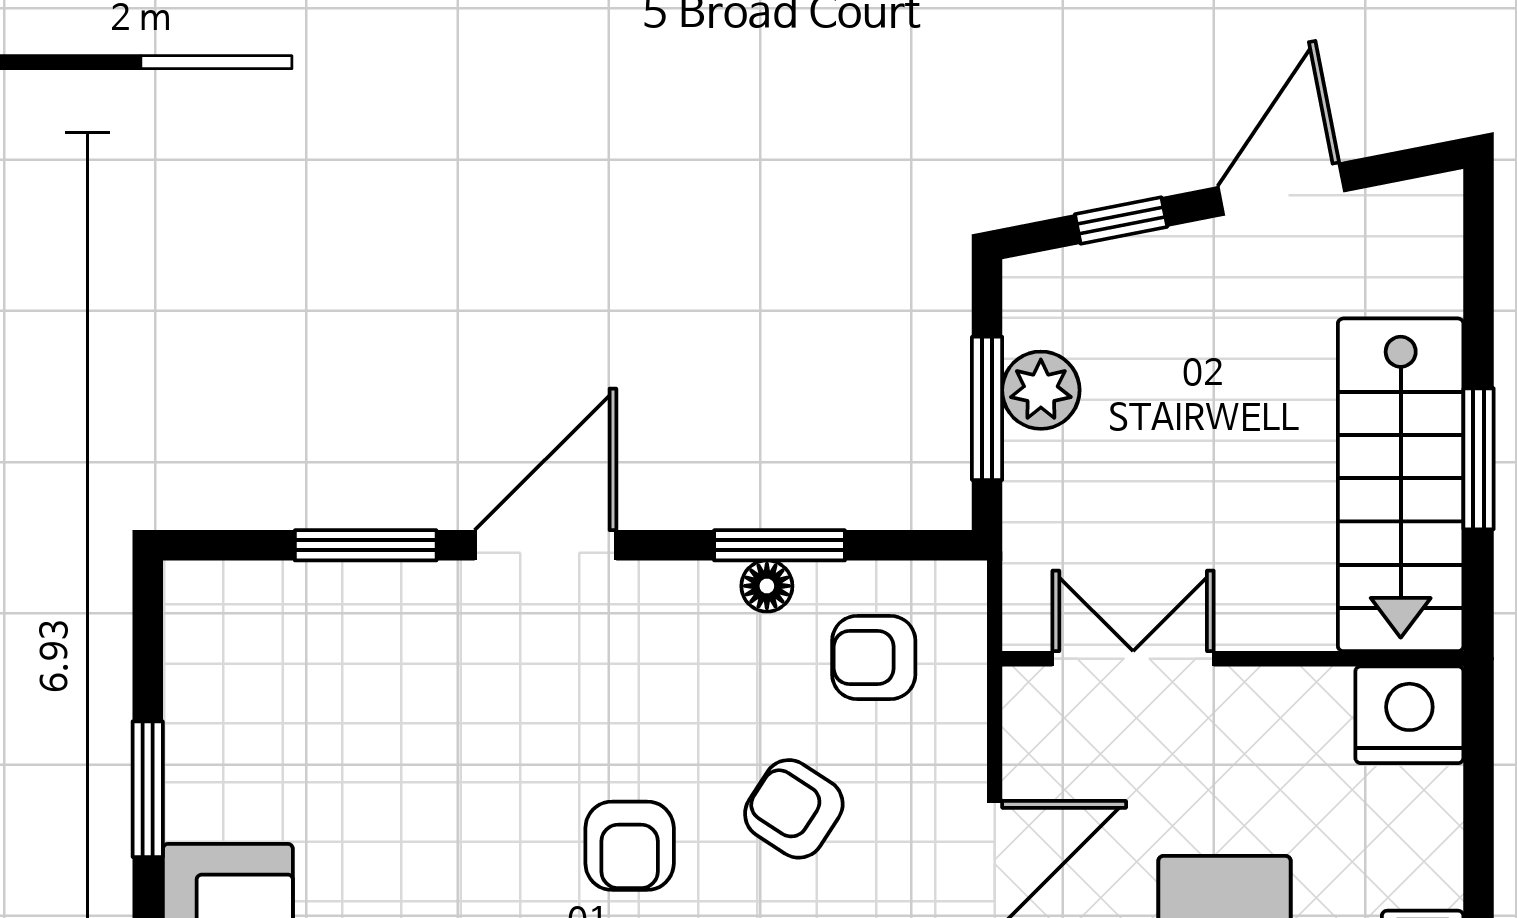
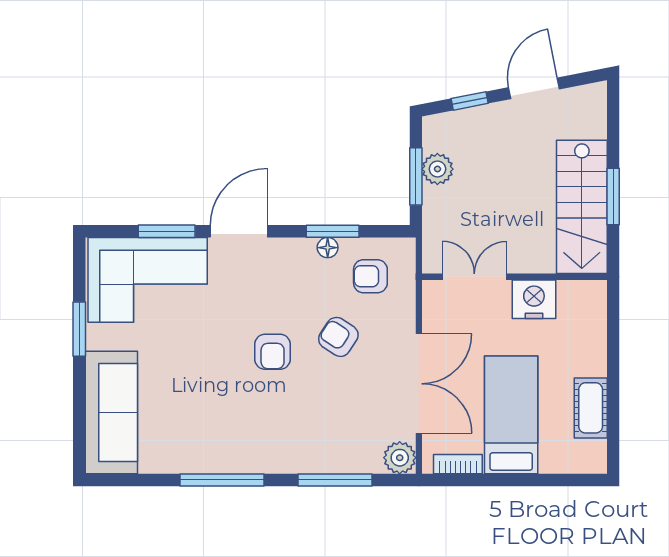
corner sofa: (318, 666) -> (148, 280), added
nightstand: (1409, 715) -> (534, 299), moved

